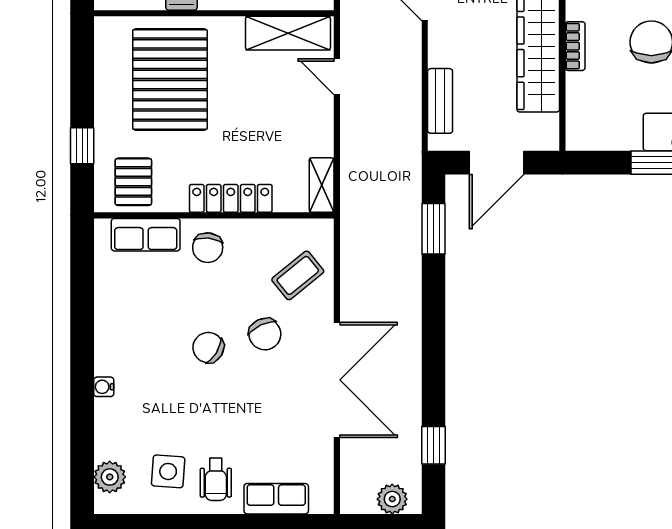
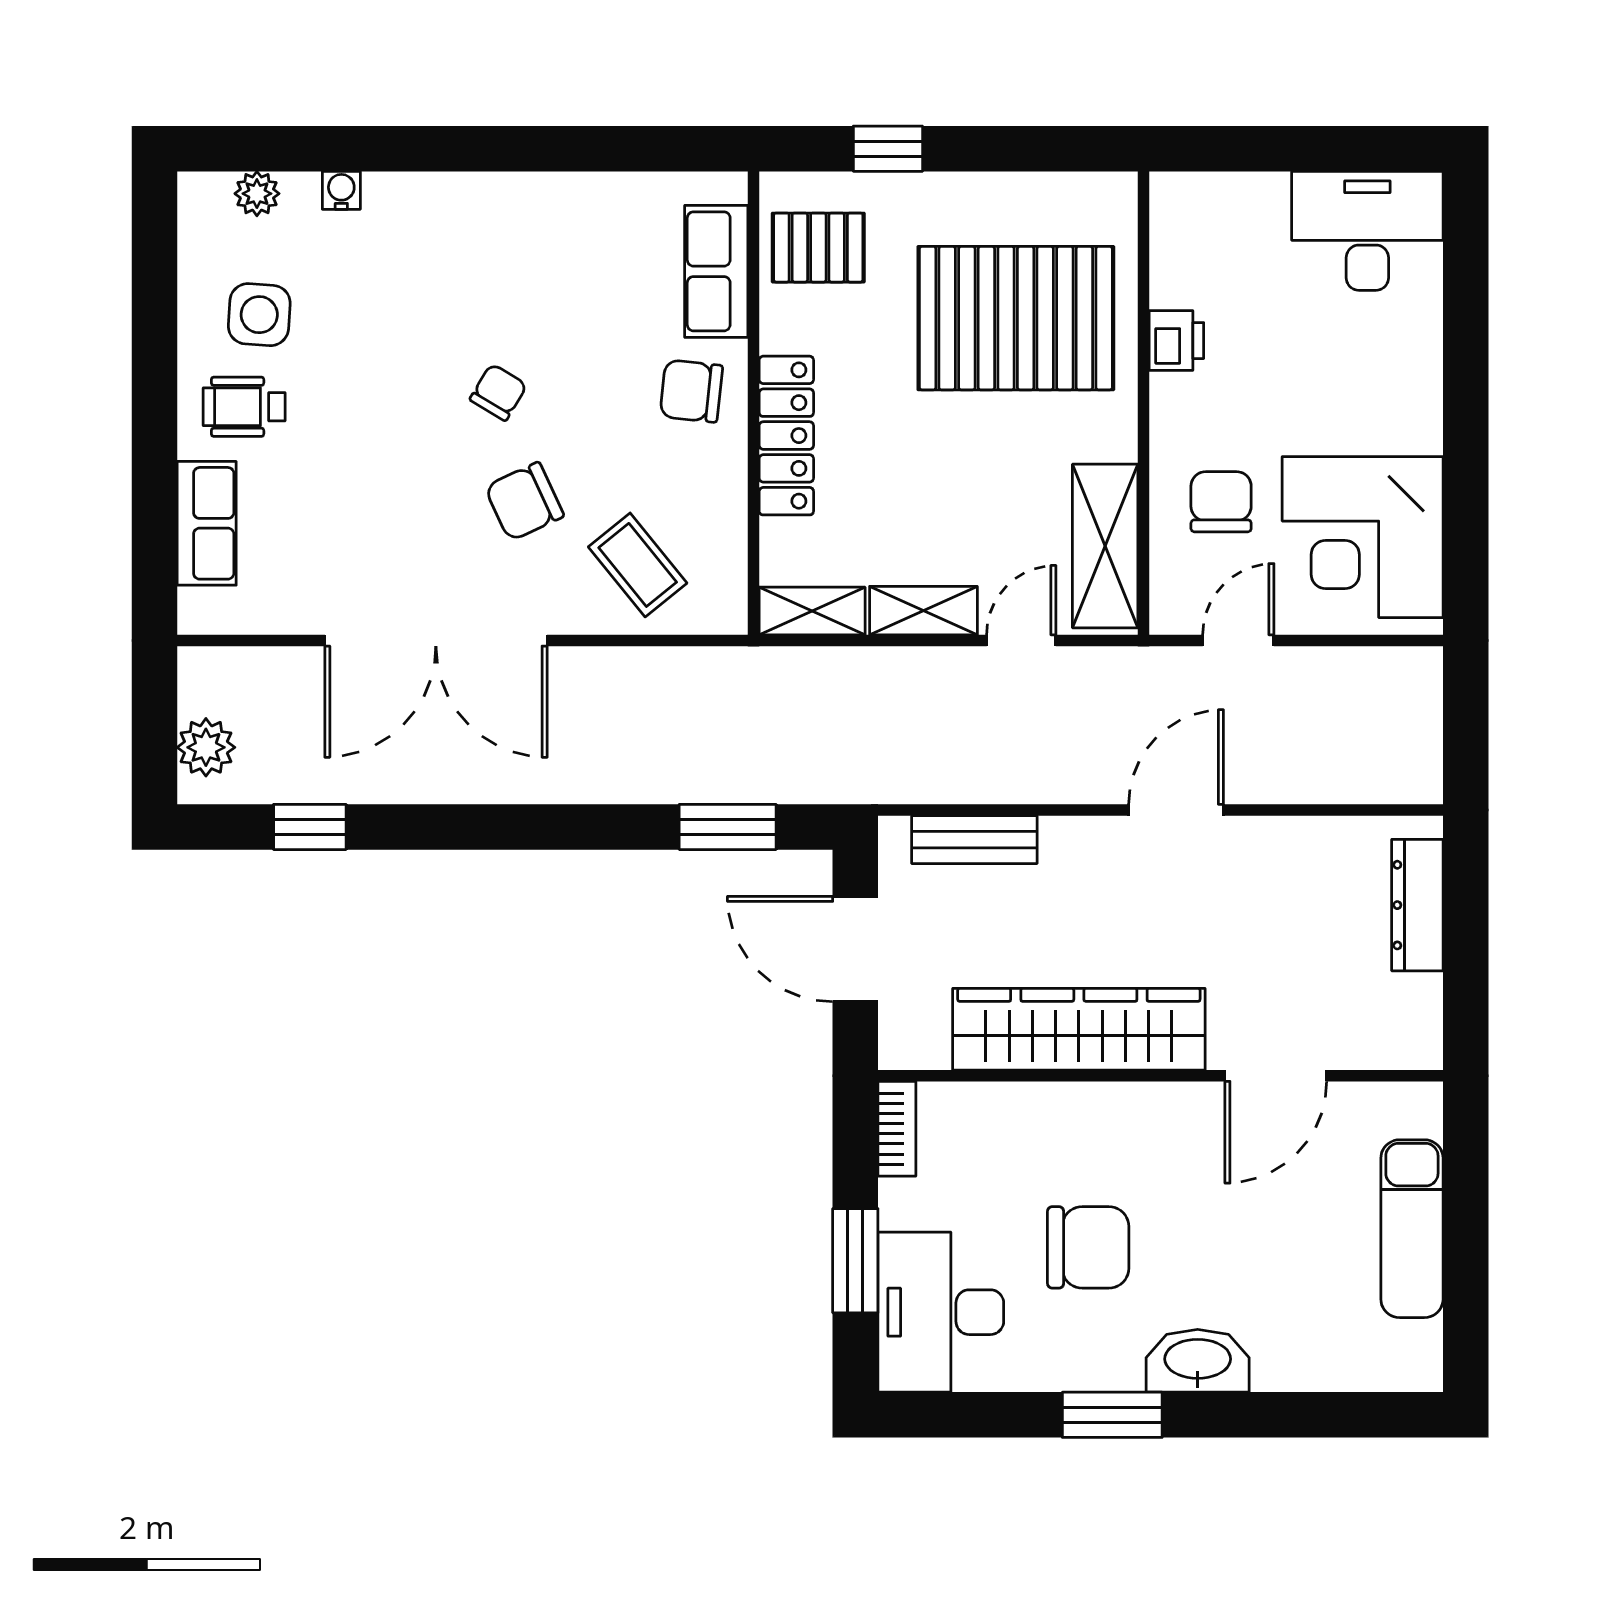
bookcase: (575, 46) -> (897, 1129), moved, turned -90
shelving: (321, 127) -> (923, 611), added
chair: (208, 348) -> (498, 392), width x0.73, depth x0.73
water cooler: (104, 387) -> (341, 190), moved
plant: (110, 477) -> (257, 194), width x0.73, depth x0.73

